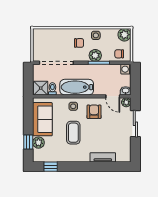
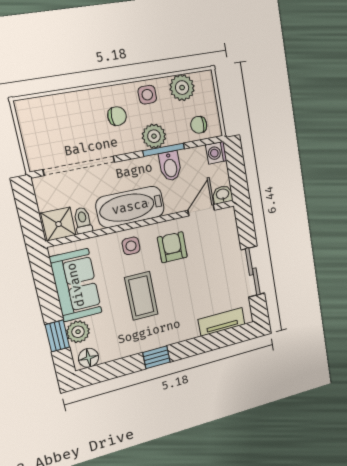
plant: (124, 35) -> (182, 88), moved
bidet: (101, 71) -> (170, 166), added
door: (113, 96) -> (201, 210), swing flipped
plant: (126, 102) -> (227, 216), removed
sliding door: (135, 124) -> (253, 272), moved
floor lamp: (41, 157) -> (89, 358), added
tv unit: (103, 157) -> (222, 322), moved
window: (51, 167) -> (156, 357), moved

